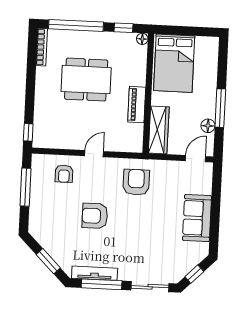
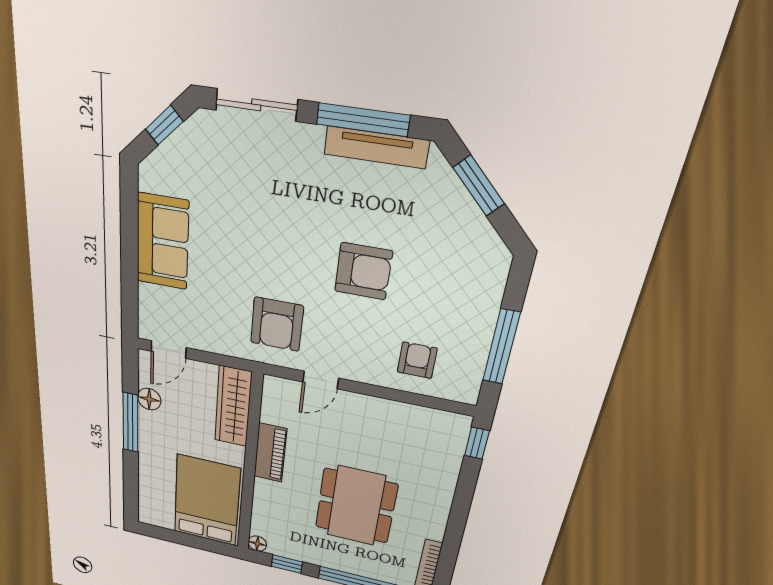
dining table: (86, 80) -> (356, 506), turned 90
door: (94, 154) -> (321, 380), moved

